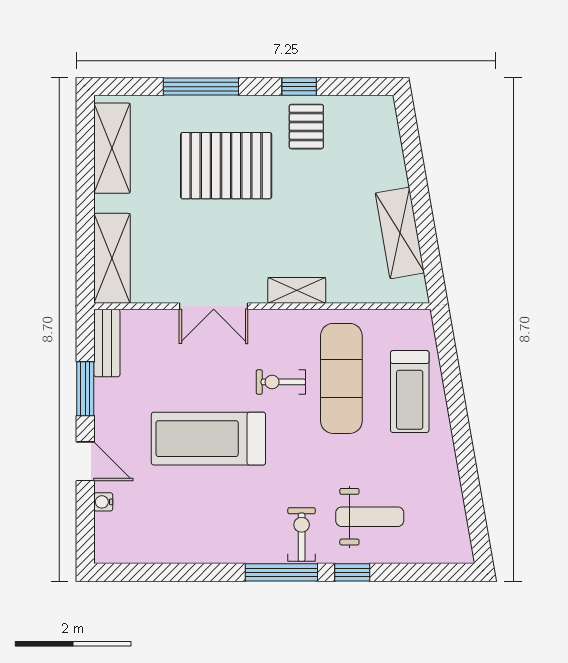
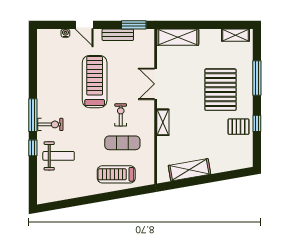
shelving: (112, 148) -> (235, 35), width x0.67, depth x0.75
bench: (107, 343) -> (118, 35), moved
exercise mat: (341, 378) -> (122, 143), width x0.73, depth x0.69
window: (85, 389) -> (134, 25), moved
door: (85, 461) -> (84, 25), hinge flipped
weight bench: (370, 517) -> (59, 156), turned -90

